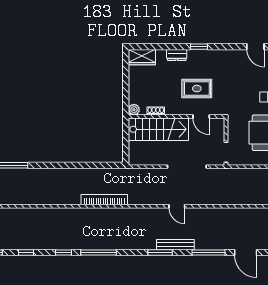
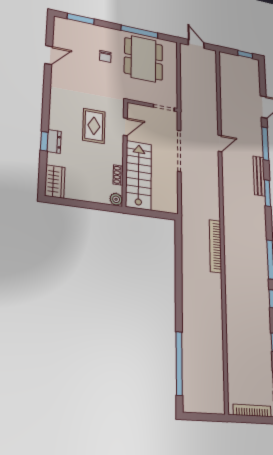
window: (199, 47) -> (44, 141), moved
door: (177, 206) -> (220, 143), moved

